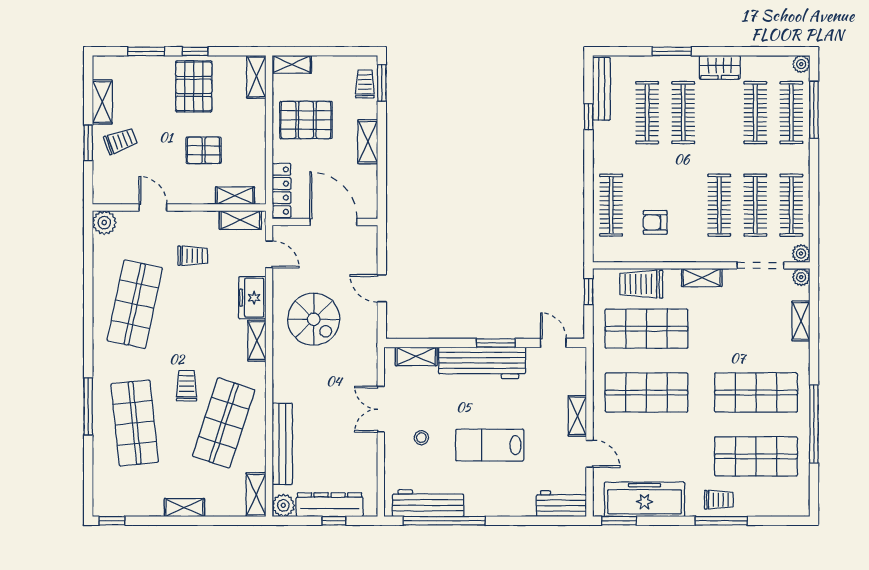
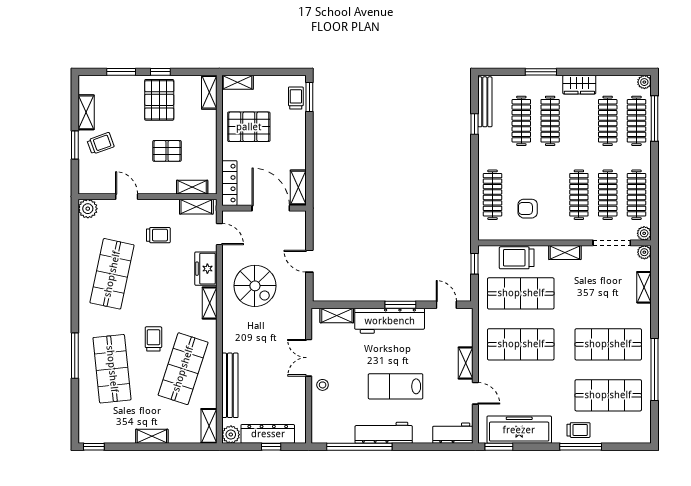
shelving: (368, 142) -> (298, 187), moved
stool: (421, 438) -> (323, 385), moved
workbench: (428, 503) -> (384, 433), moved

